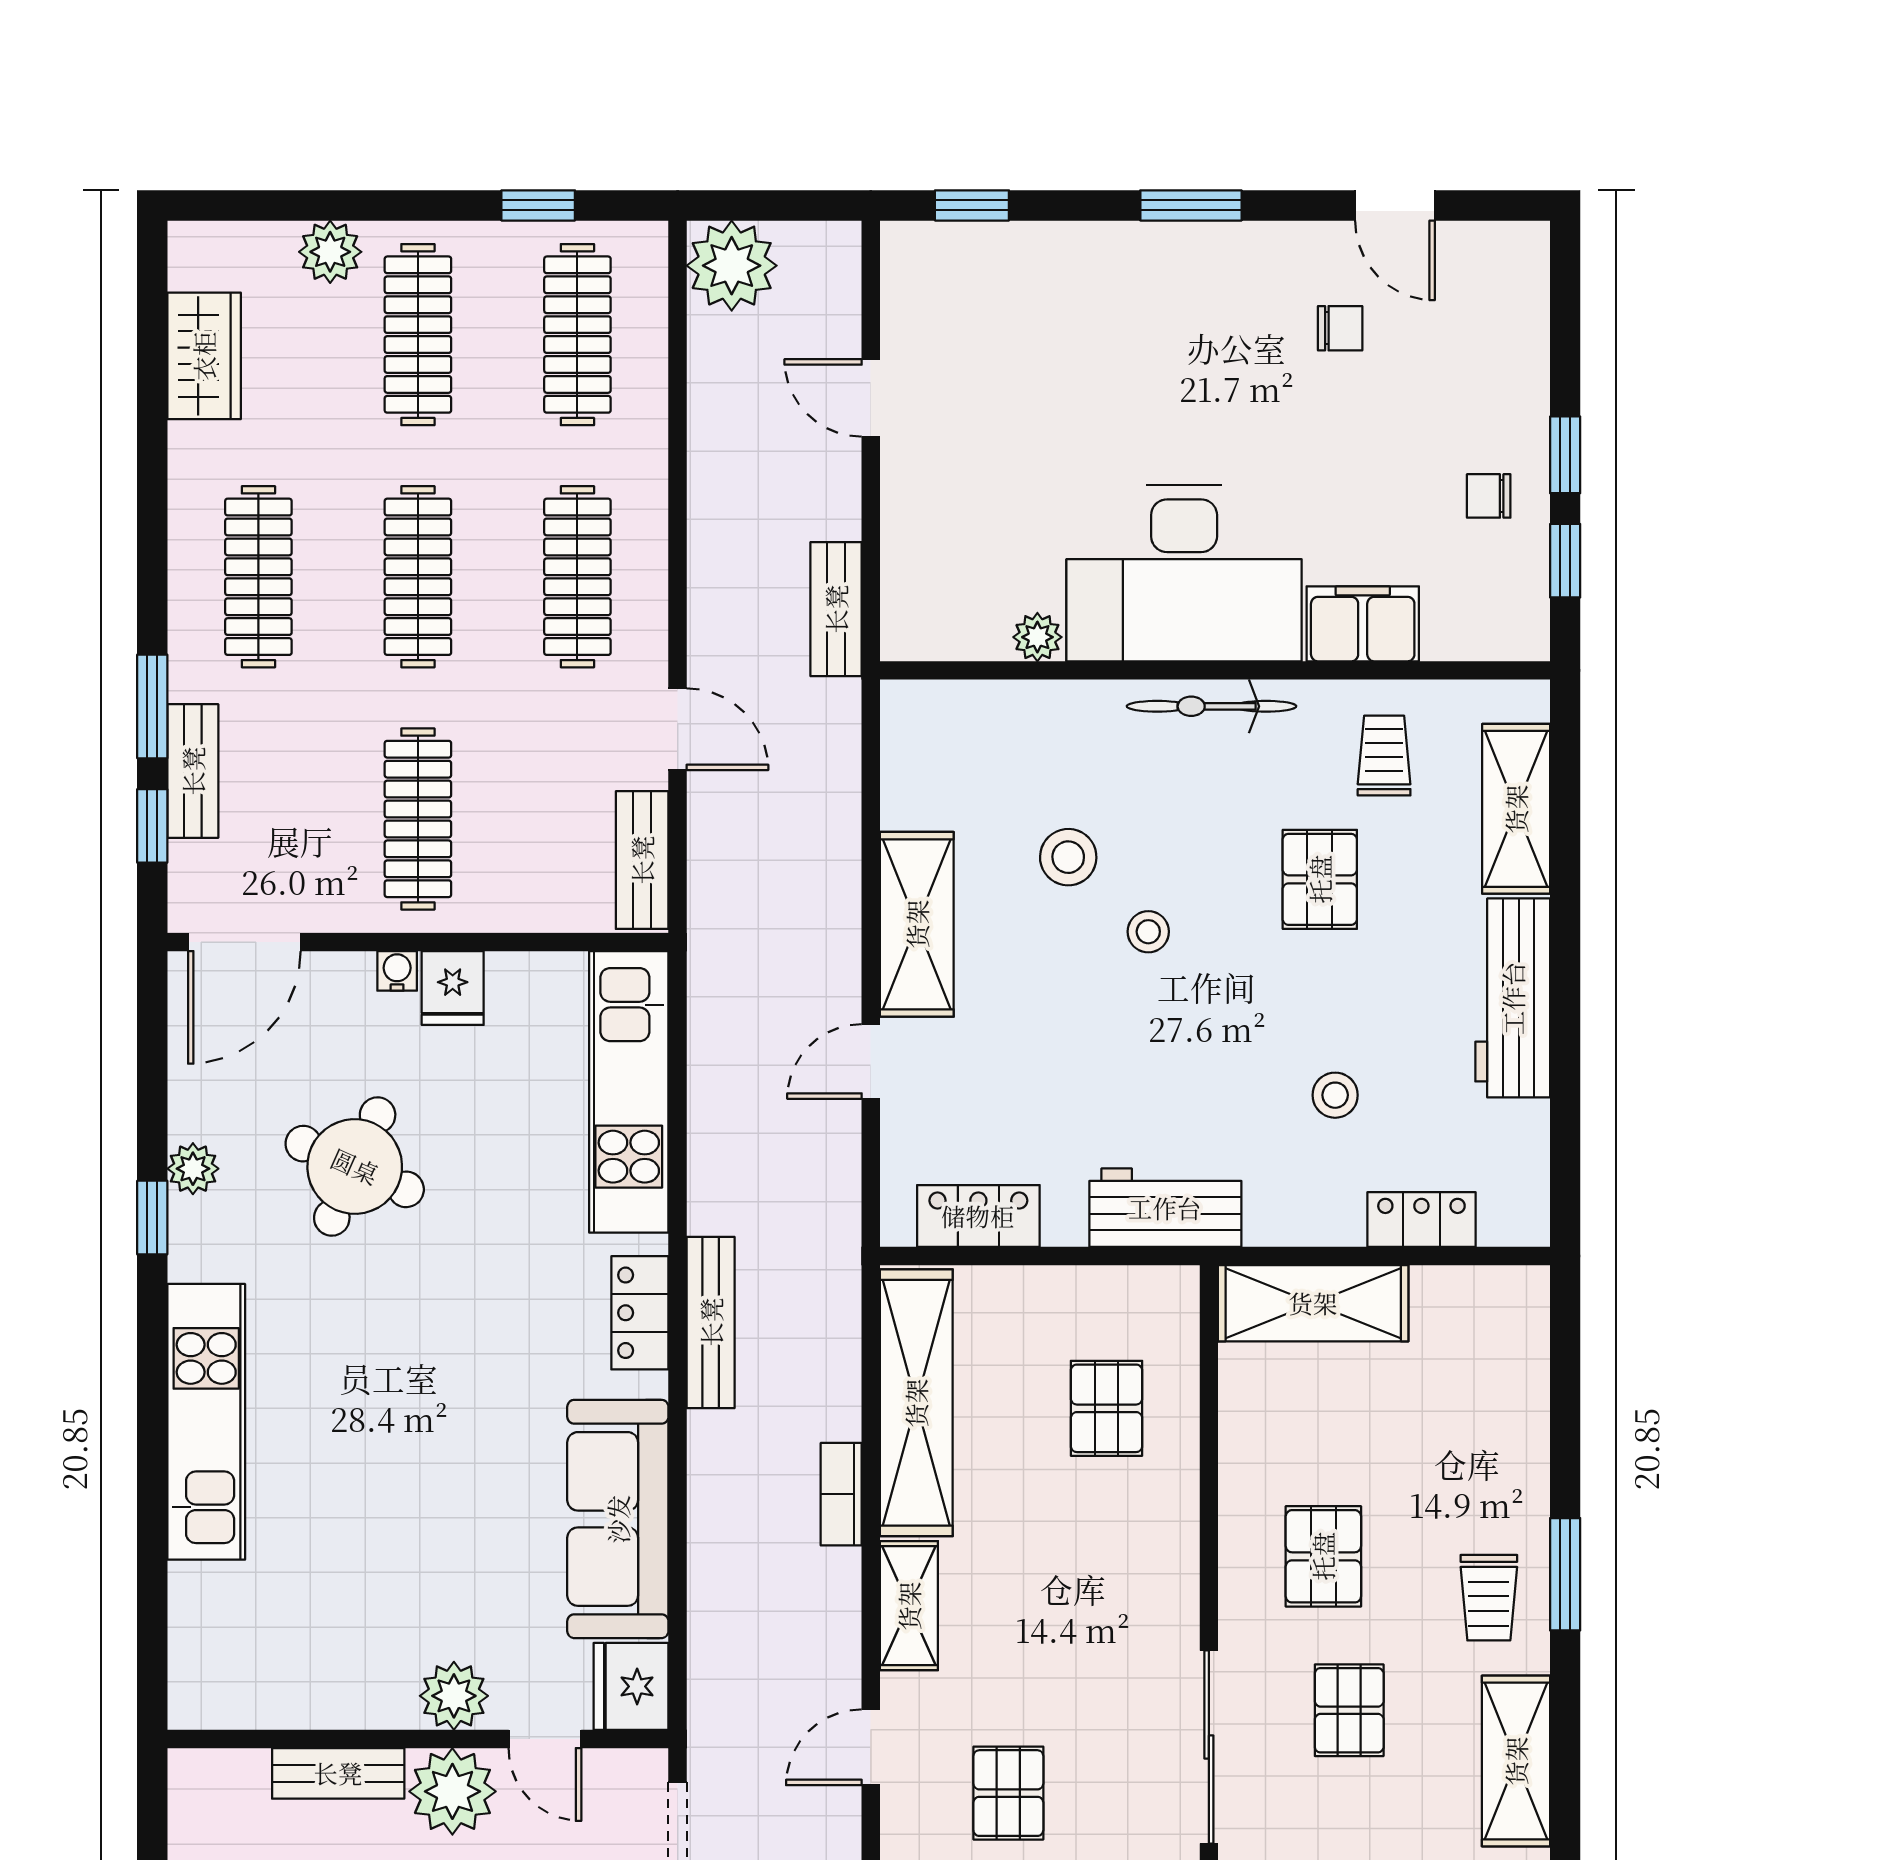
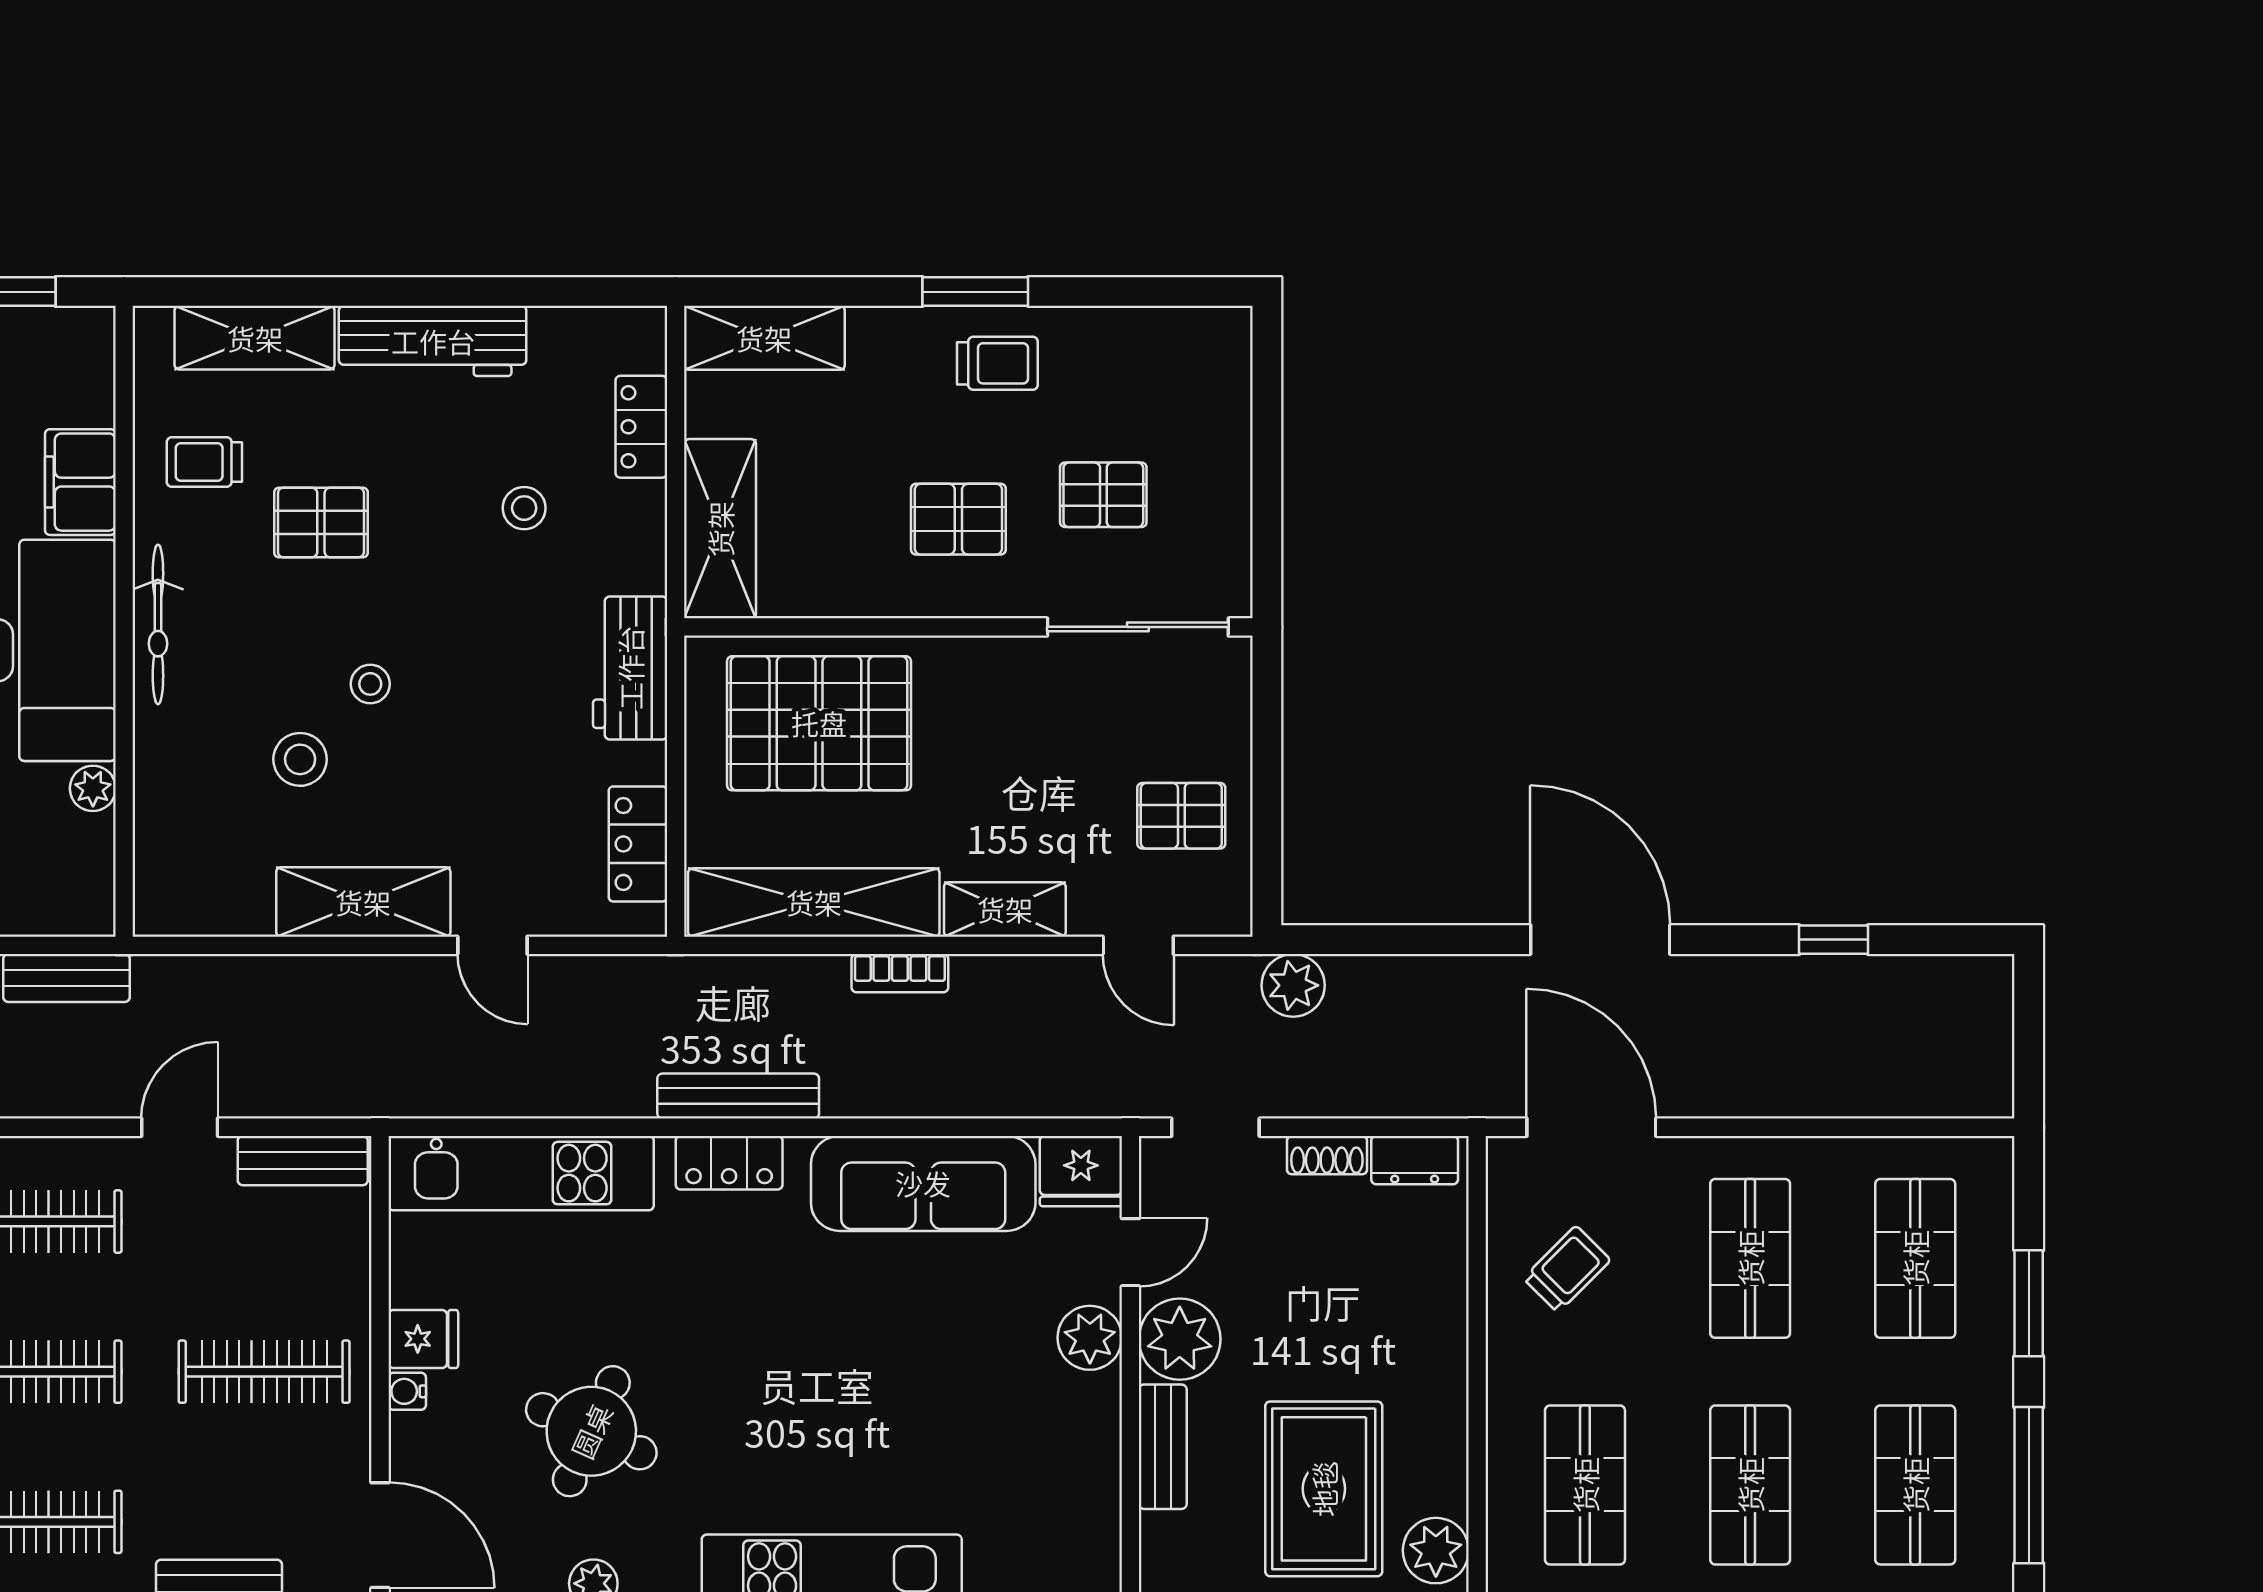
pallet: (1107, 1408) -> (819, 723), width x2.05, depth x2.00
shelving: (1516, 1761) -> (764, 338), moved

